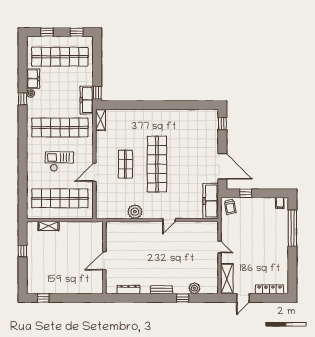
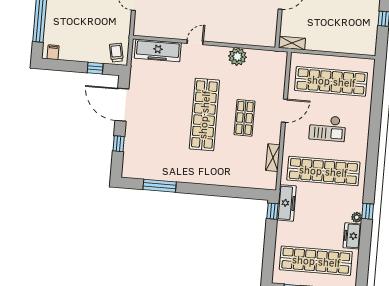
window: (187, 105) -> (160, 186), added
shelving: (100, 120) -> (273, 158), moved
window: (222, 124) -> (119, 144), moved
freezer: (211, 201) -> (158, 50), moved, turned 90
shelving: (48, 226) -> (292, 43), moved

